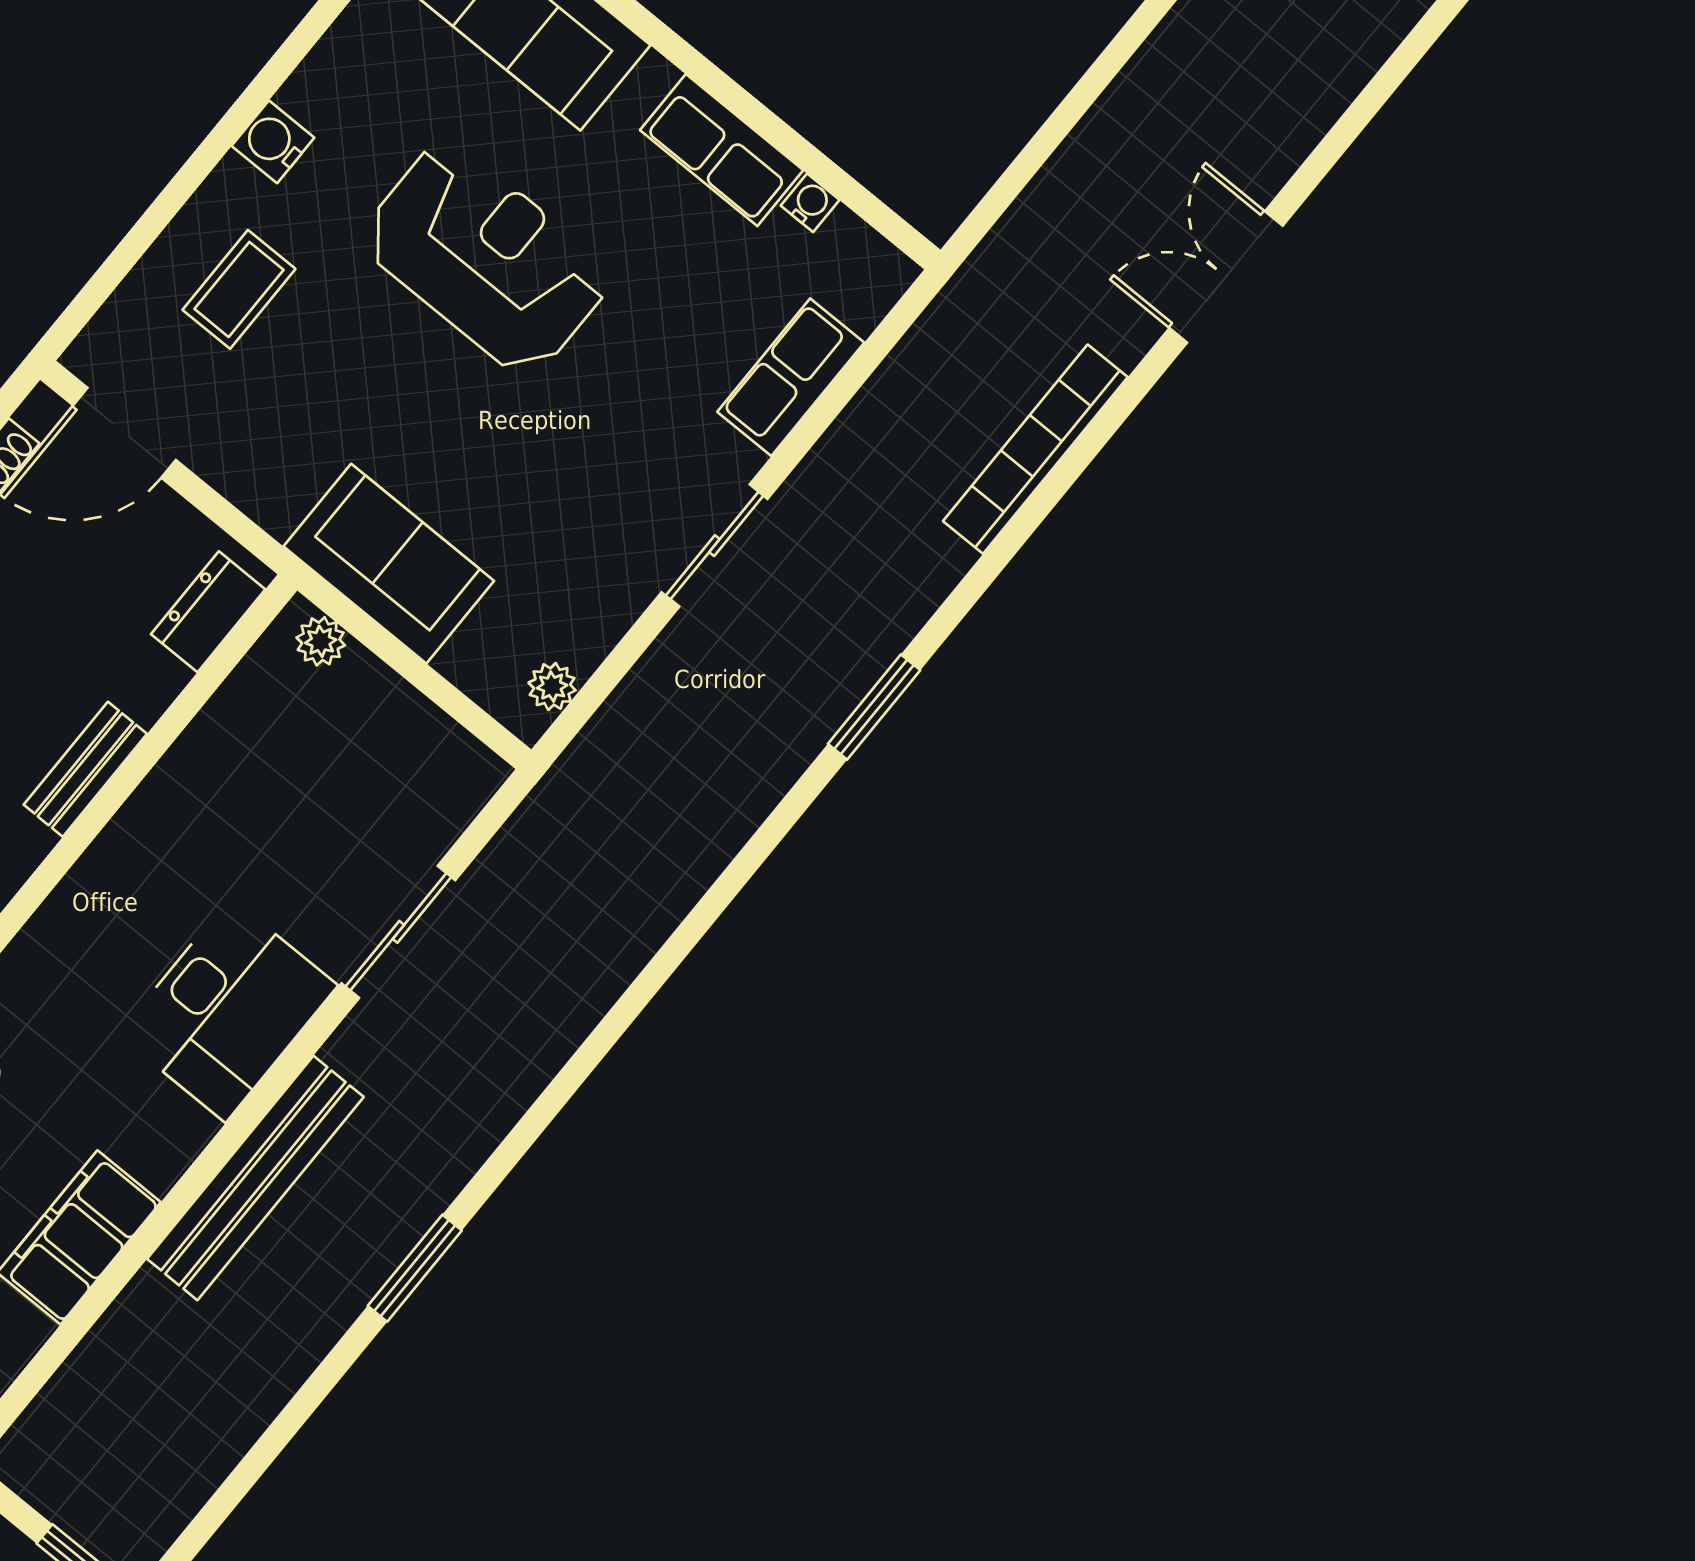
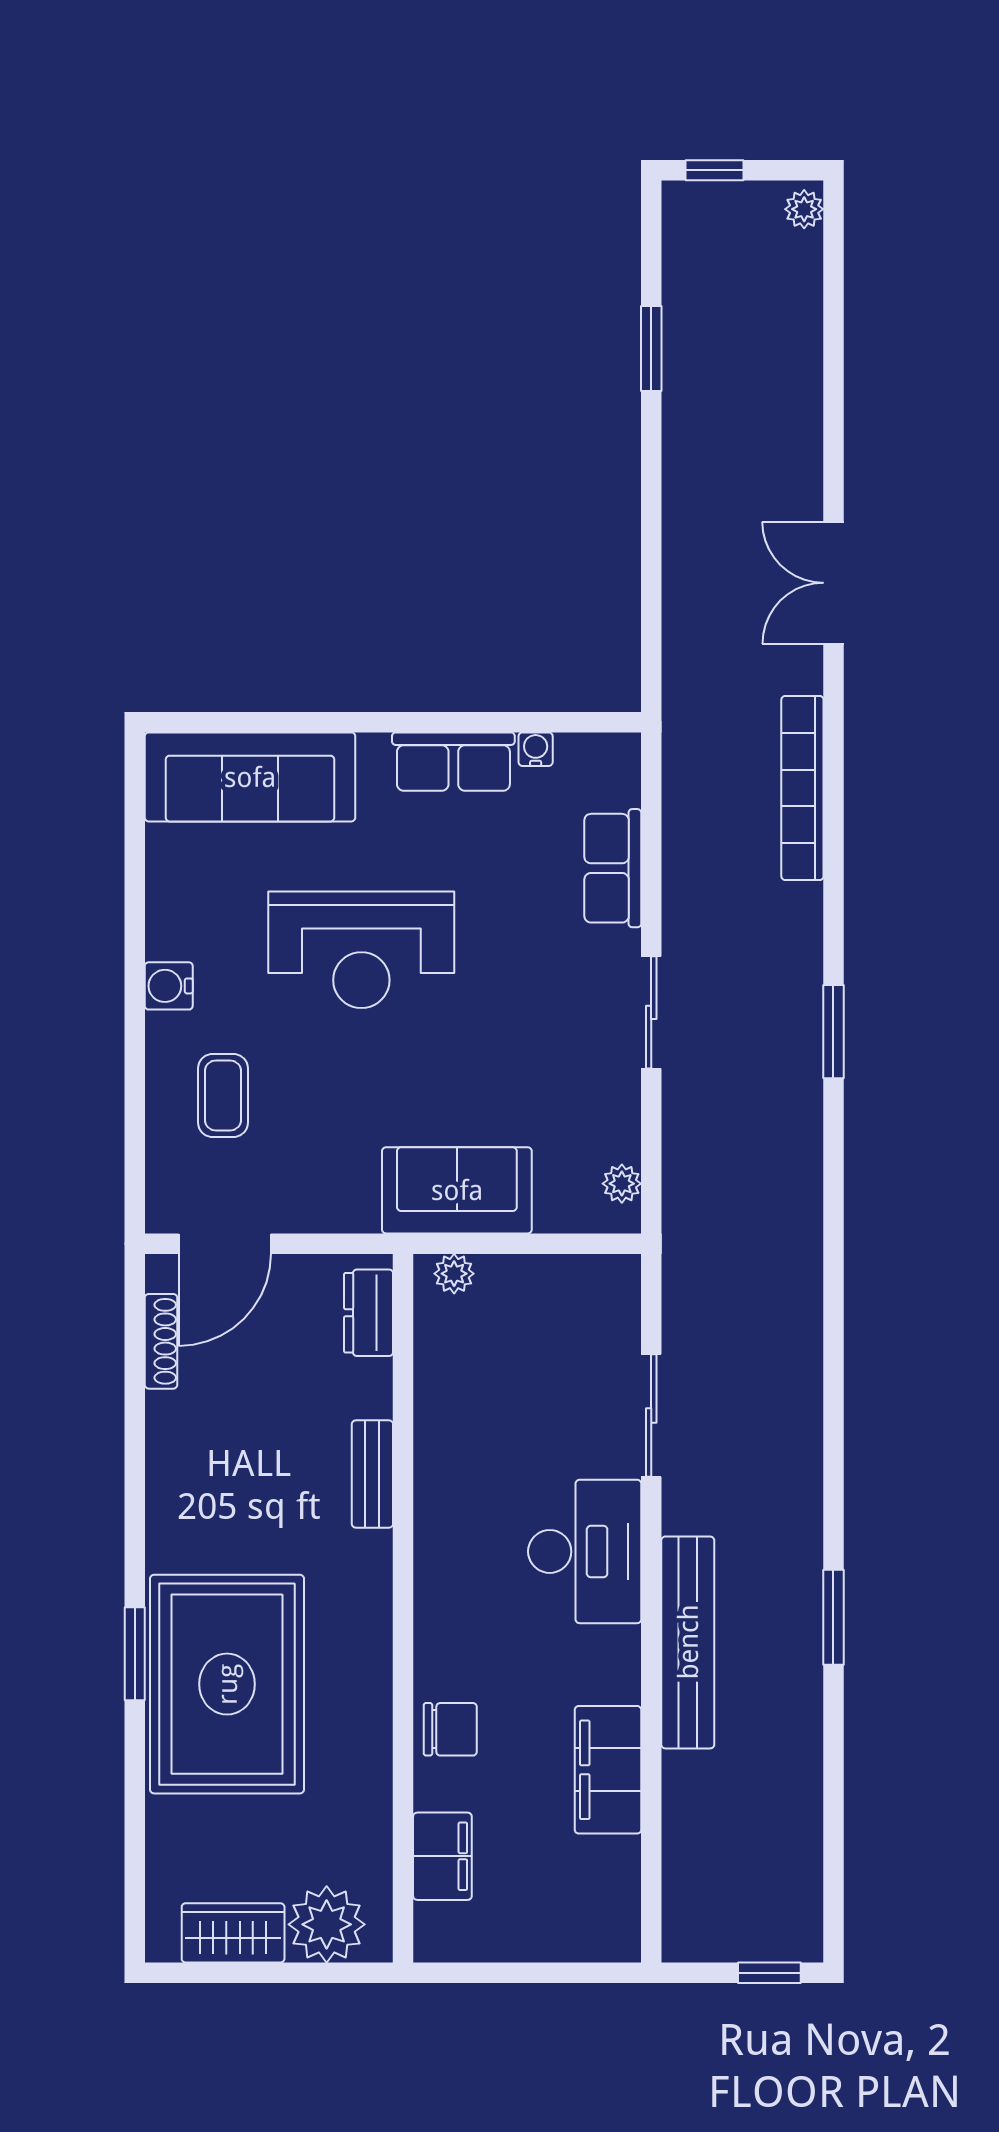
reception desk: (486, 258) -> (361, 950), turned 180

